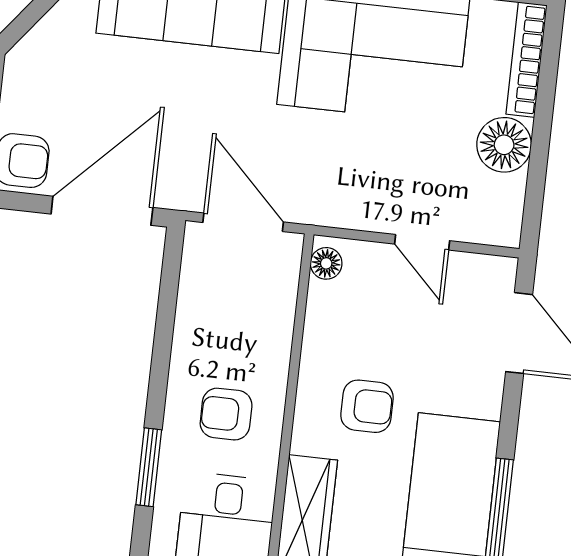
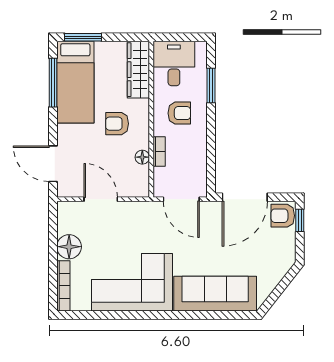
door: (422, 242) -> (101, 199), width x1.38
floor lamp: (326, 263) -> (142, 157), moved
bookcase: (280, 334) -> (159, 152), added

